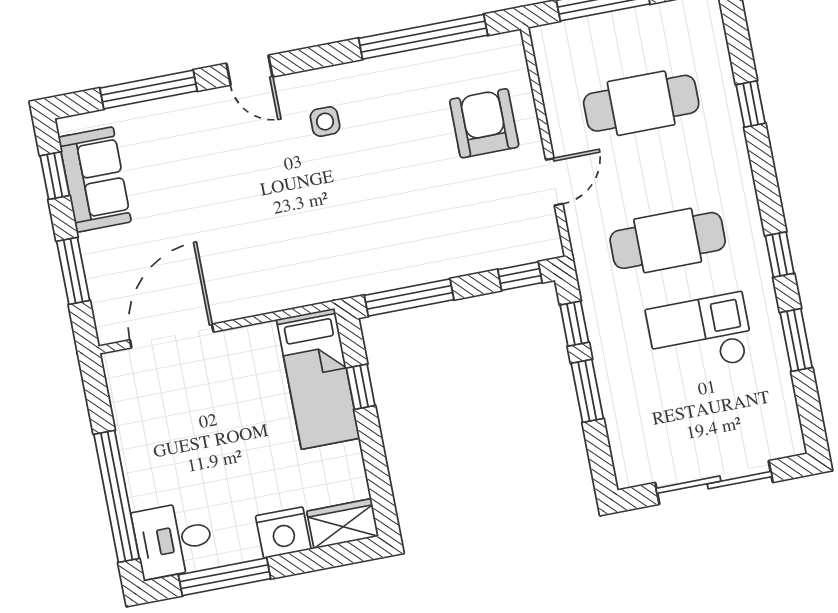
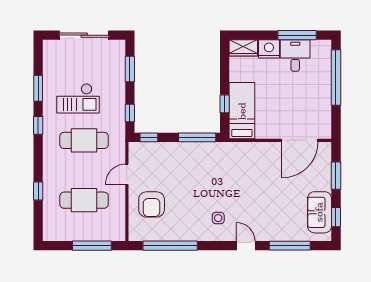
window: (587, 391) -> (130, 69), moved
desk: (173, 540) -> (295, 55), moved, turned -90

